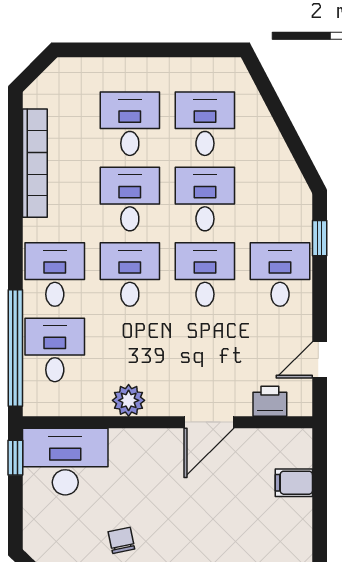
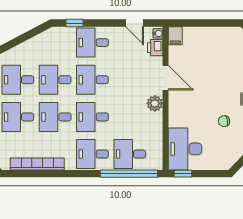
plant: (129, 400) -> (155, 103), moved
water cooler: (299, 407) -> (158, 33), added
filing cabinet: (294, 483) -> (175, 36), moved

